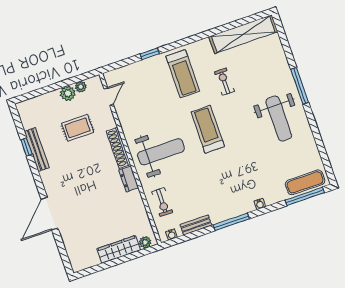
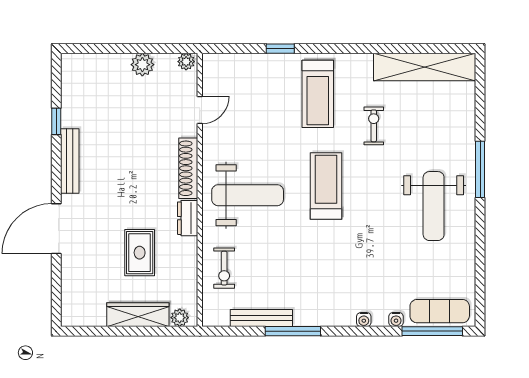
plant: (81, 87) -> (186, 62), moved
door: (109, 97) -> (200, 110), moved
rug: (78, 128) -> (140, 253), moved, turned 90
bench: (37, 150) -> (70, 161), moved
window: (231, 222) -> (293, 331), moved
bench: (196, 225) -> (261, 318), width x1.36
water cooler: (171, 235) -> (396, 320), moved

